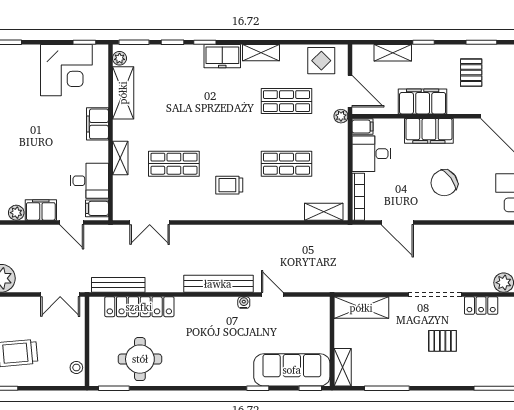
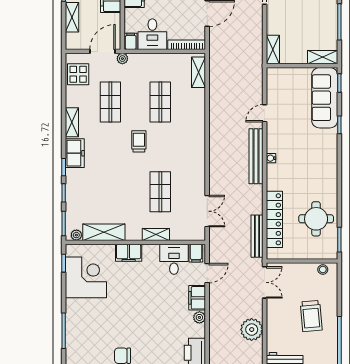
trolley: (229, 185) -> (139, 141), moved, turned 180
water cooler: (244, 303) -> (271, 158), moved
shelving: (361, 308) -> (273, 50), width x0.67, depth x0.75

